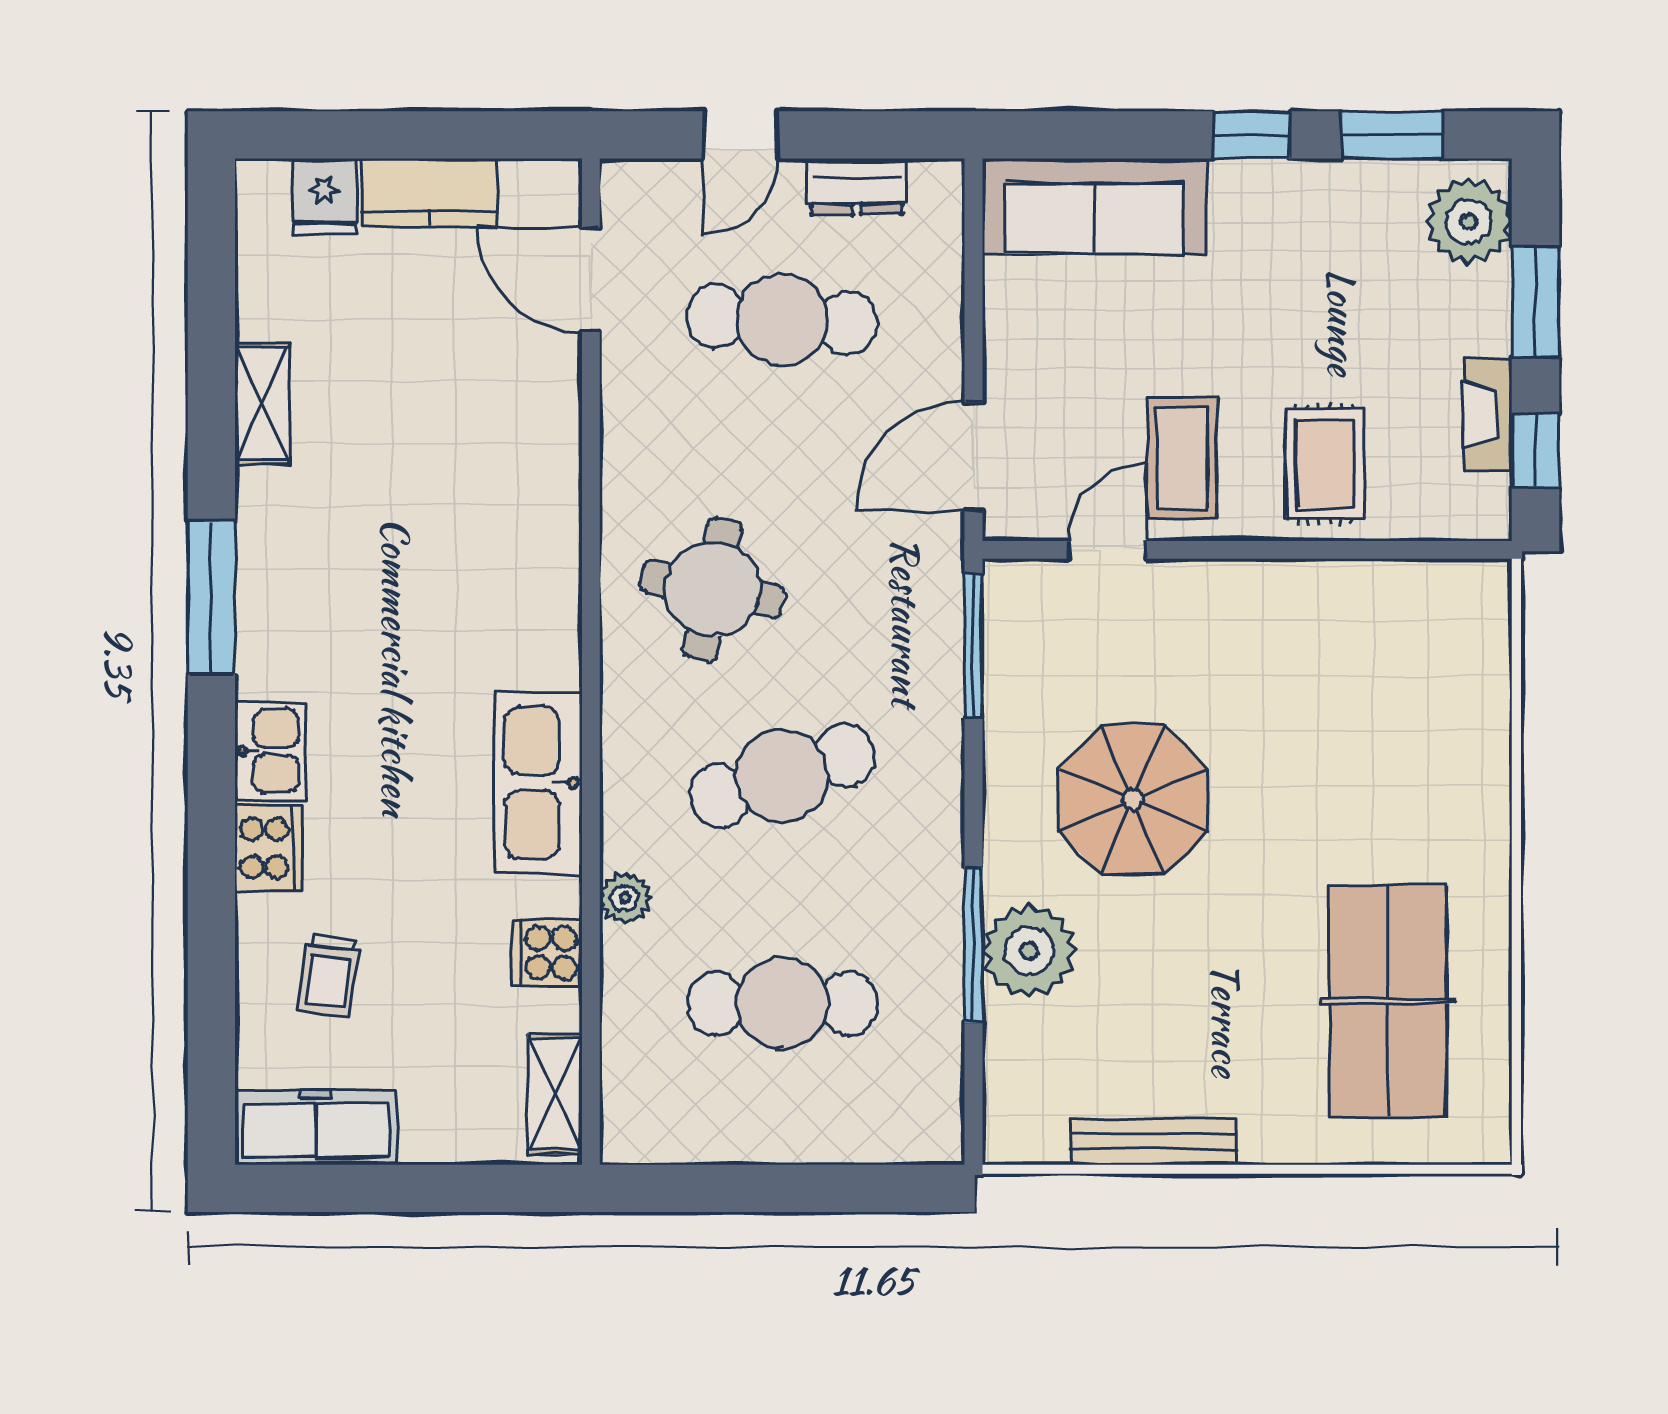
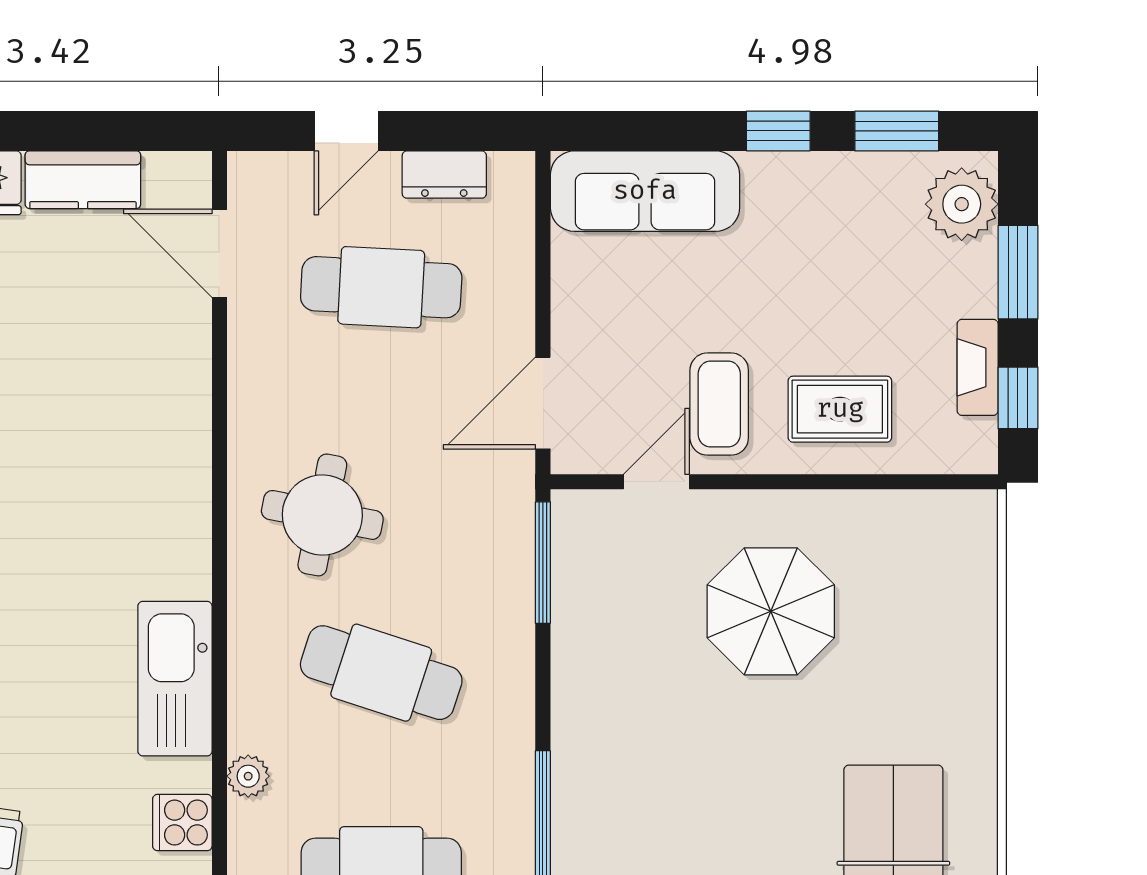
rug: (1325, 464) -> (840, 409), turned 90
cafe table: (782, 776) -> (381, 673), turned 36
parasol: (1133, 800) -> (771, 611), moved
plant: (1029, 951) -> (590, 821), removed

